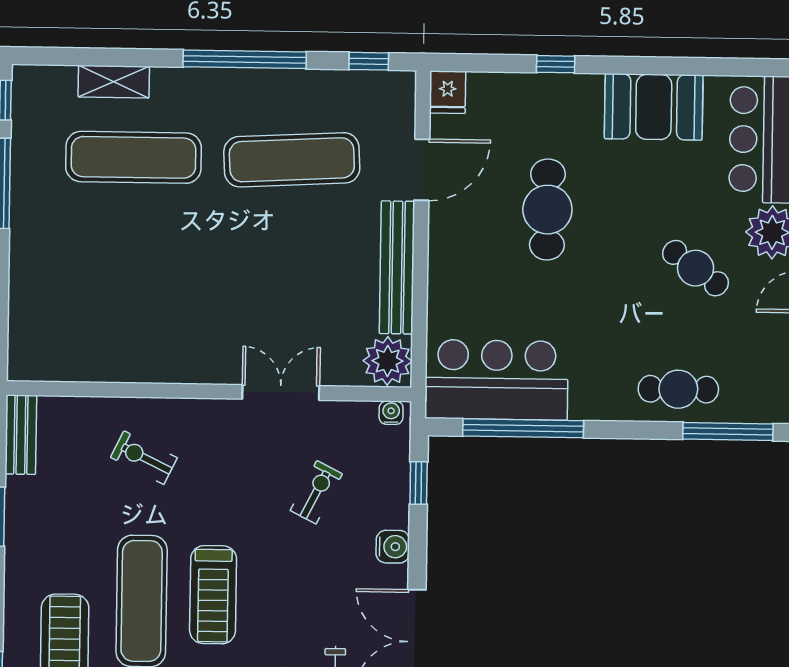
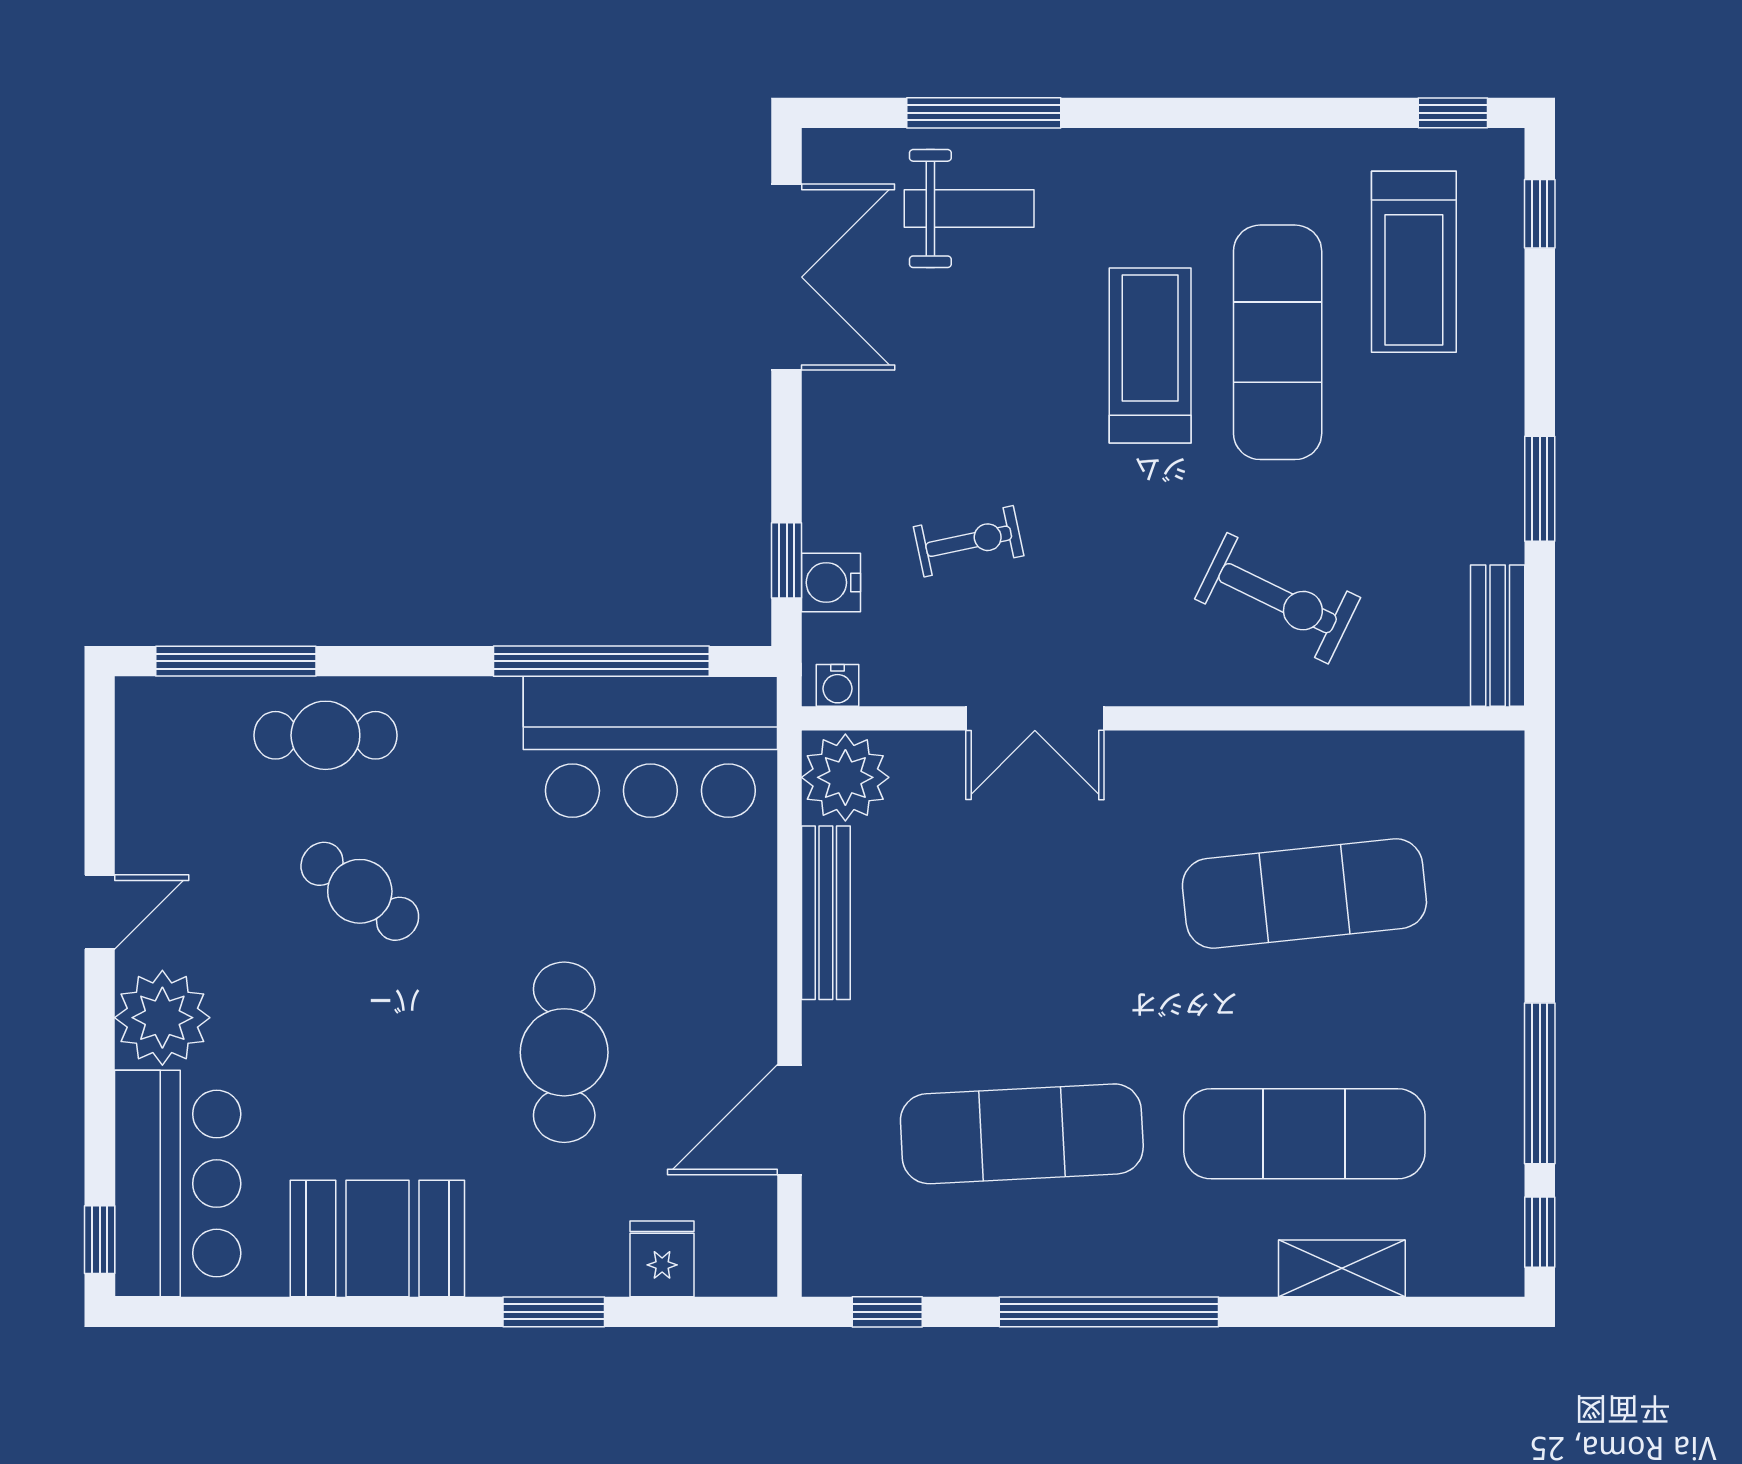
window: (556, 64) -> (554, 1312), width x1.50
fridge: (448, 92) -> (662, 1259), moved
bench: (397, 267) -> (826, 913), width x0.73, depth x0.82
cafe table: (696, 268) -> (360, 891), moved
exercise mat: (131, 292) -> (1304, 893), added
exercise bike: (144, 458) -> (1278, 598), width x1.38, depth x1.39
exercise bike: (316, 492) -> (969, 541), turned -129
water cooler: (393, 547) -> (831, 583), moved

